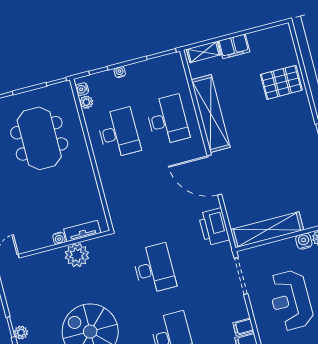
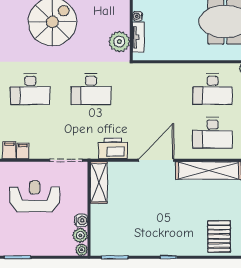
shelving: (267, 230) -> (99, 182), width x0.68
plant: (77, 255) -> (119, 42), moved

